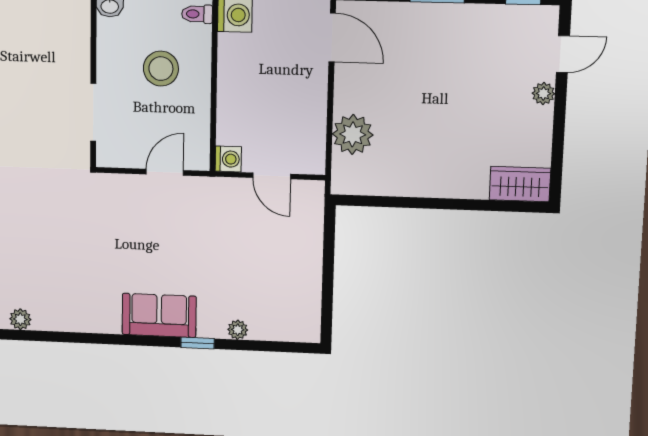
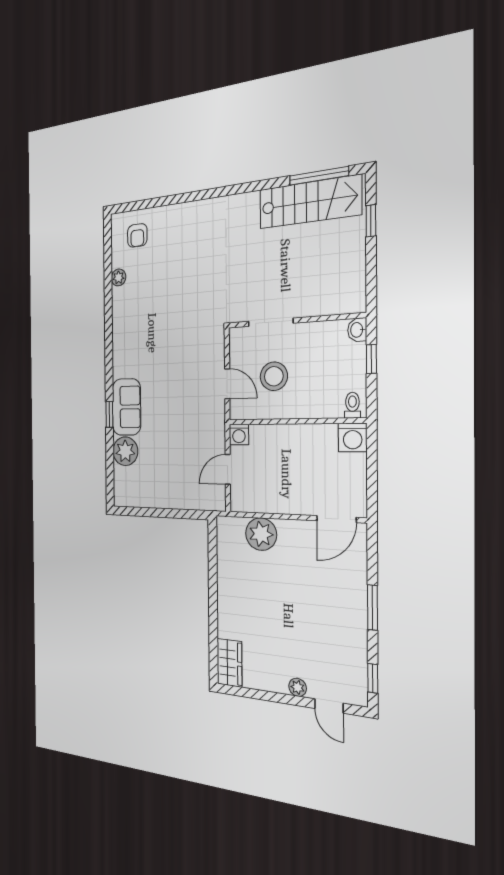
stool: (161, 69) -> (274, 376), moved
sofa: (159, 315) -> (126, 407), moved
plant: (238, 330) -> (125, 451), width x1.87, depth x1.87

